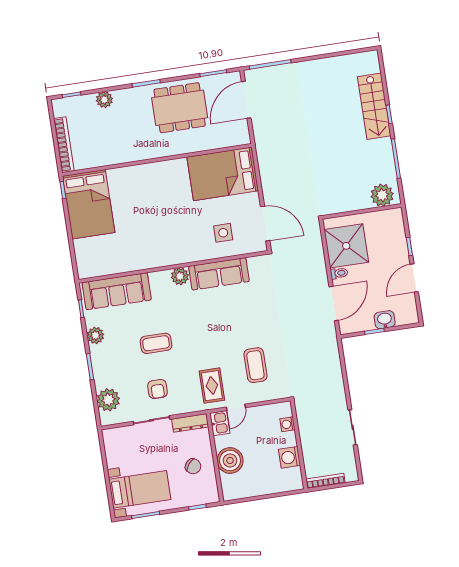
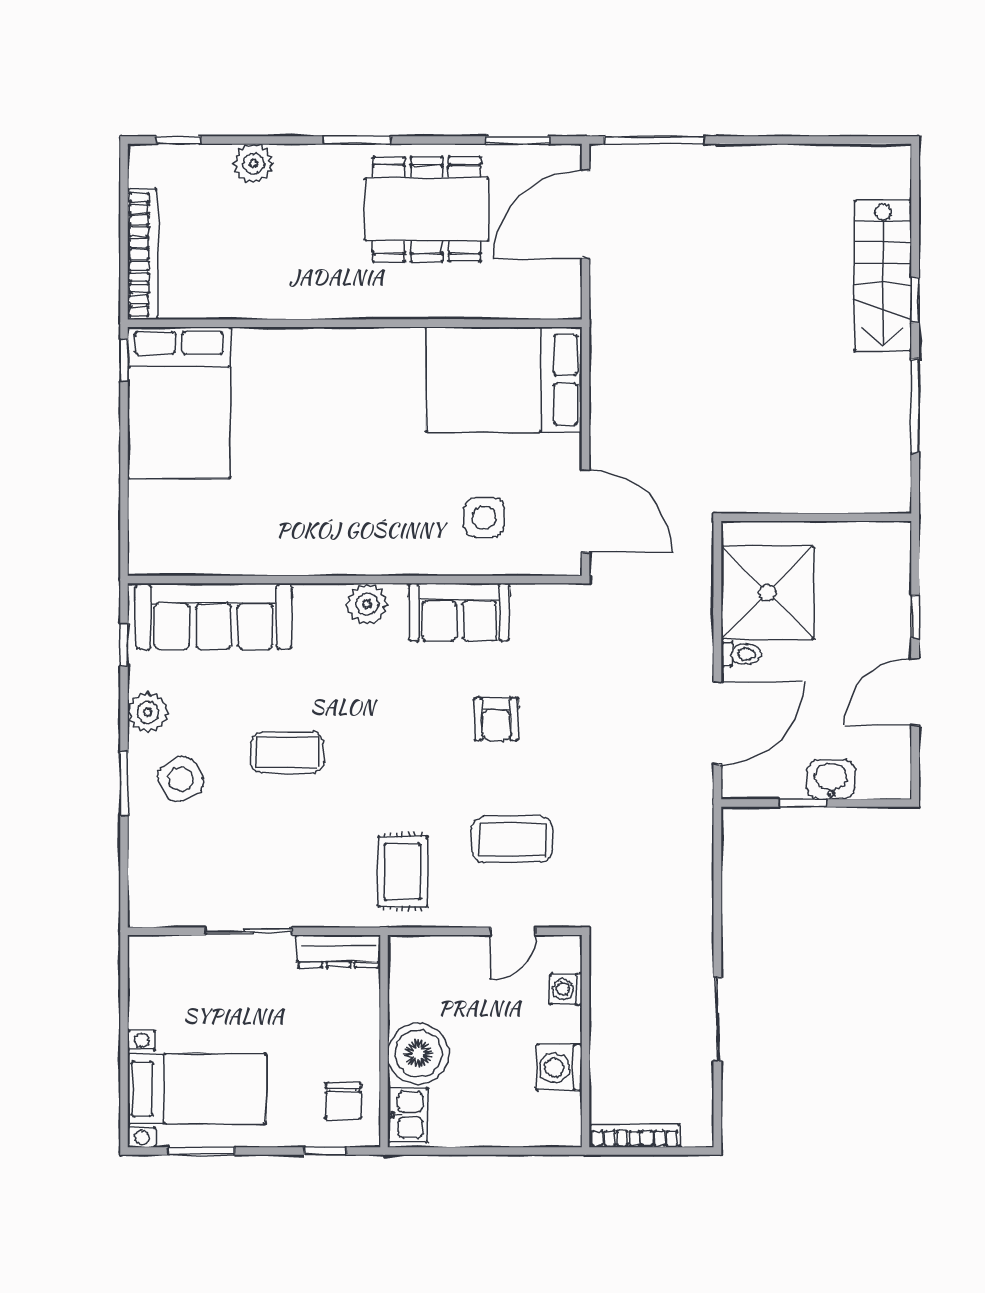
plant: (382, 195) -> (870, 486), removed
sofa: (219, 274) -> (459, 612), width x0.73
side table: (113, 361) -> (181, 779), added
coffee table: (255, 365) -> (512, 839), turned 90
armchair: (157, 389) -> (496, 719), moved
plant: (108, 400) -> (155, 868), removed
door: (236, 407) -> (513, 931), moved
kitchen sink: (220, 423) -> (408, 1115), moved
chair: (193, 466) -> (343, 1101), moved, turned 51

